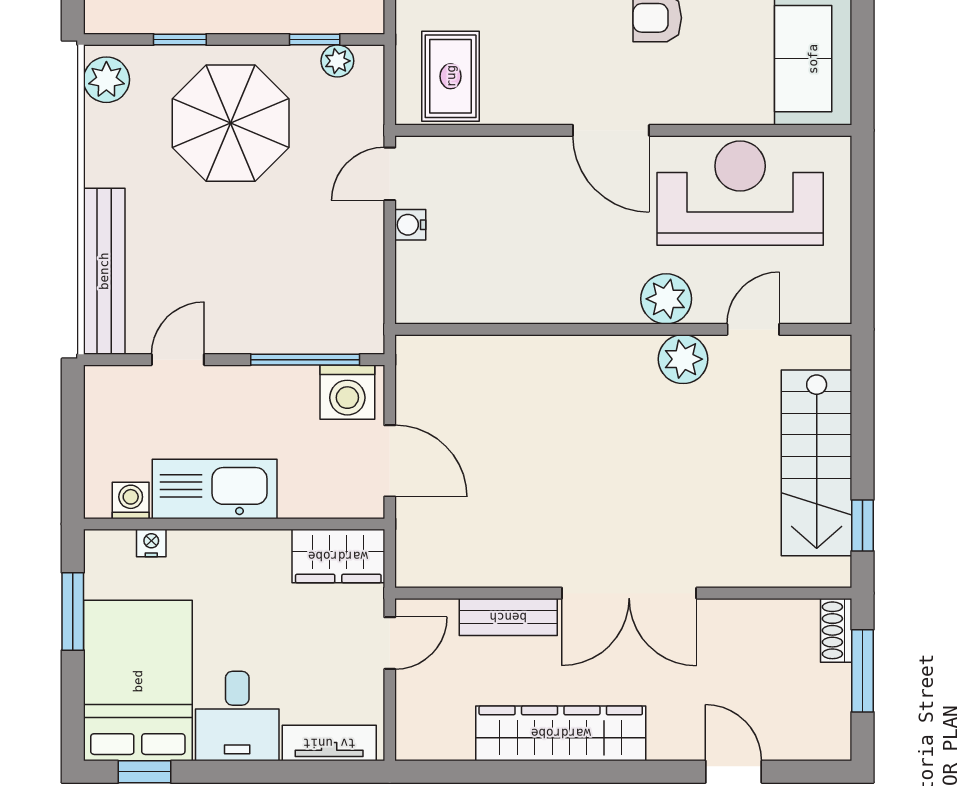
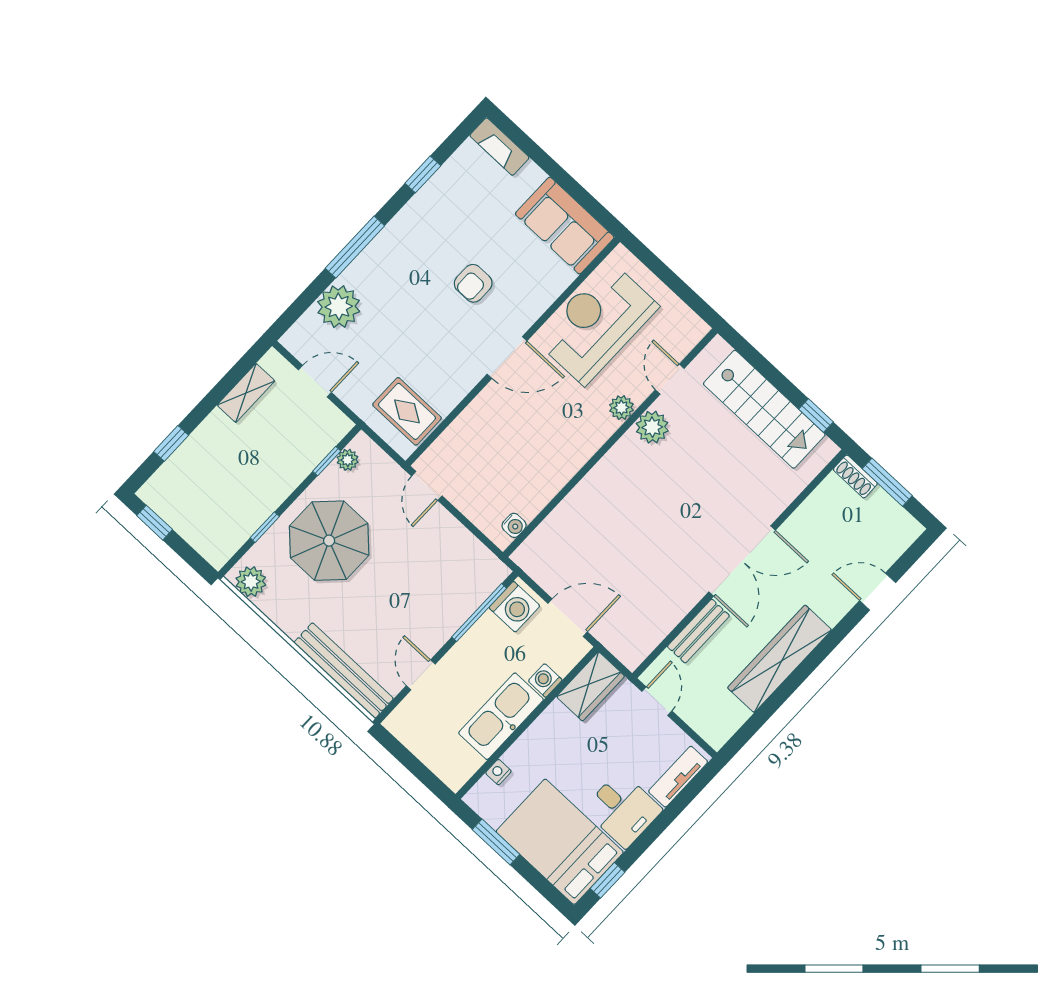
water cooler: (410, 225) -> (514, 525), moved, turned -90
plant: (666, 299) -> (621, 408), width x0.73, depth x0.73
washing machine: (131, 500) -> (545, 680), moved

